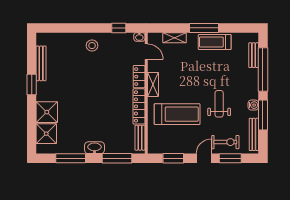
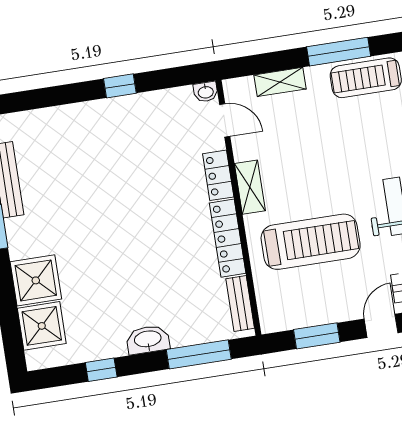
window: (119, 28) -> (120, 86), moved
stool: (92, 46) -> (109, 126), removed
window: (71, 158) -> (101, 370), width x0.46

